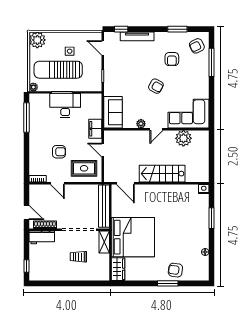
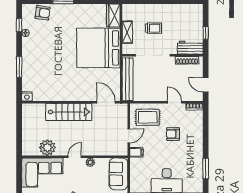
window: (26, 118) -> (206, 168), width x0.69
filing cabinet: (95, 129) -> (136, 152), width x0.50
door: (103, 150) -> (129, 136), hinge flipped
door: (26, 213) -> (206, 85), moved
shelving: (104, 242) -> (127, 32), moved
window: (211, 260) -> (19, 25), added
window: (26, 266) -> (206, 33), moved
armchair: (175, 270) -> (43, 13), moved

